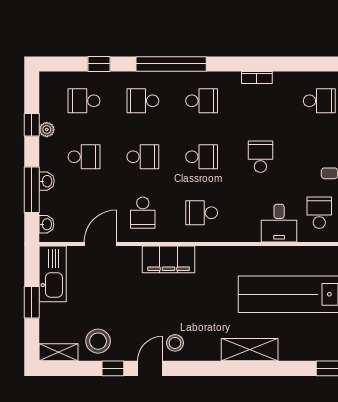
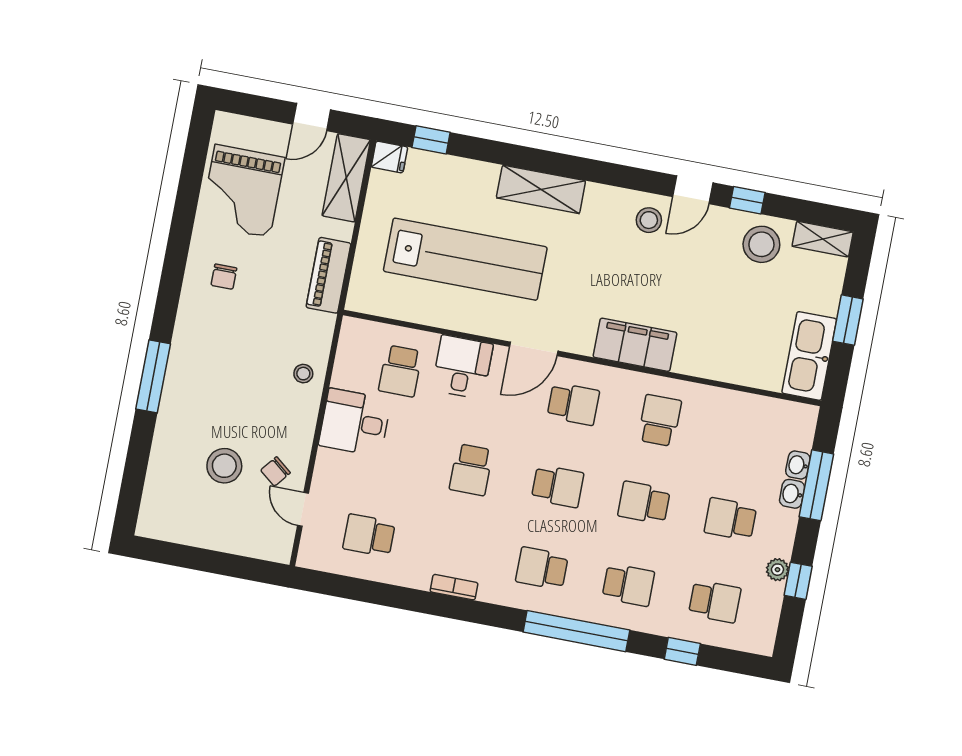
school desk: (202, 157) -> (558, 486), turned 180
washbasin: (46, 224) -> (798, 465), moved
door: (100, 244) -> (534, 349), moved

